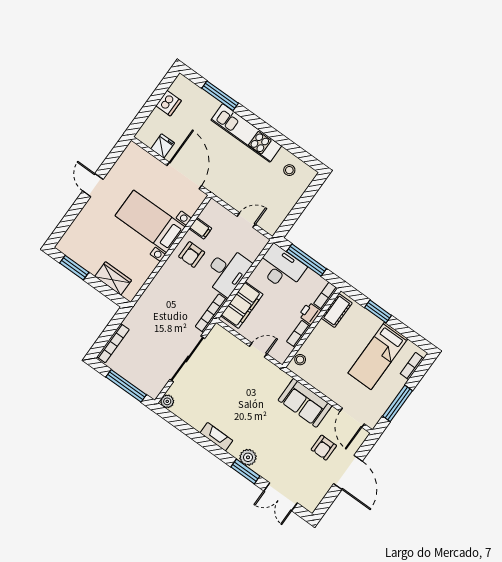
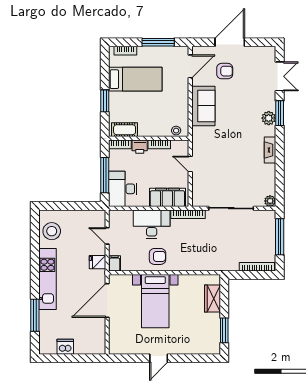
fridge: (163, 146) -> (98, 262), moved
stool: (289, 170) -> (52, 231), width x1.89, depth x1.89
filing cabinet: (200, 228) -> (115, 263), moved

